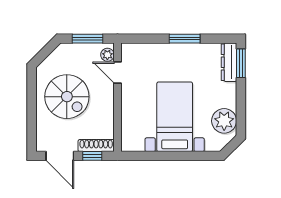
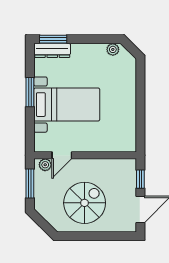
bed with nightstands: (175, 117) -> (67, 105), moved, turned 180
plant: (224, 121) -> (113, 49), width x0.53, depth x0.53
shoe rack: (96, 146) -> (131, 175), removed

